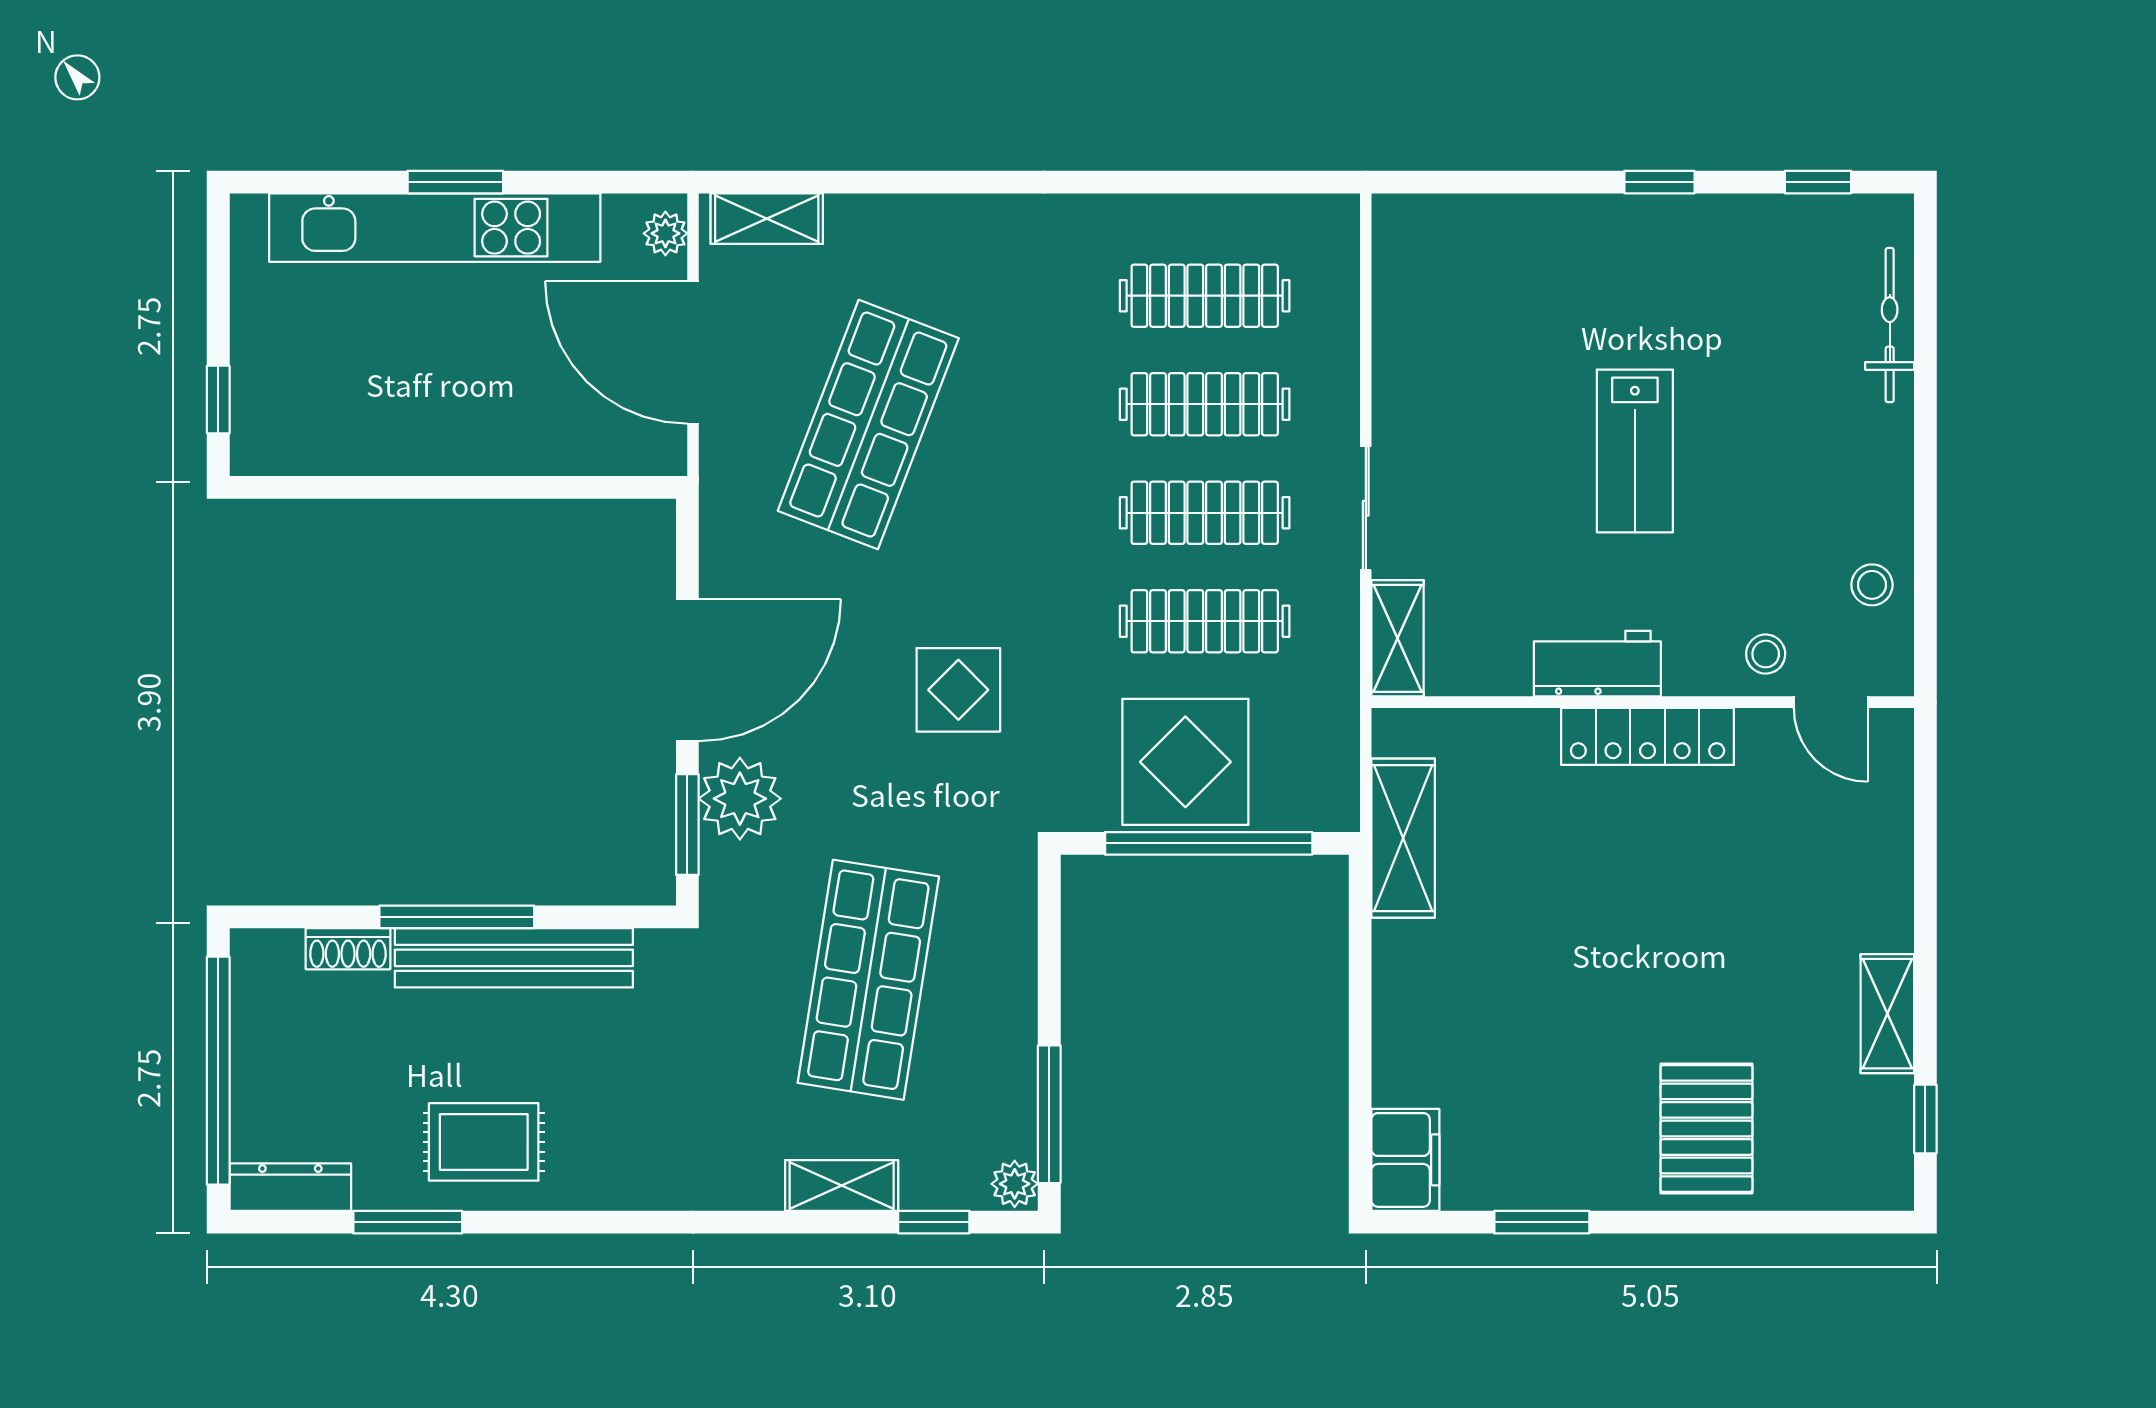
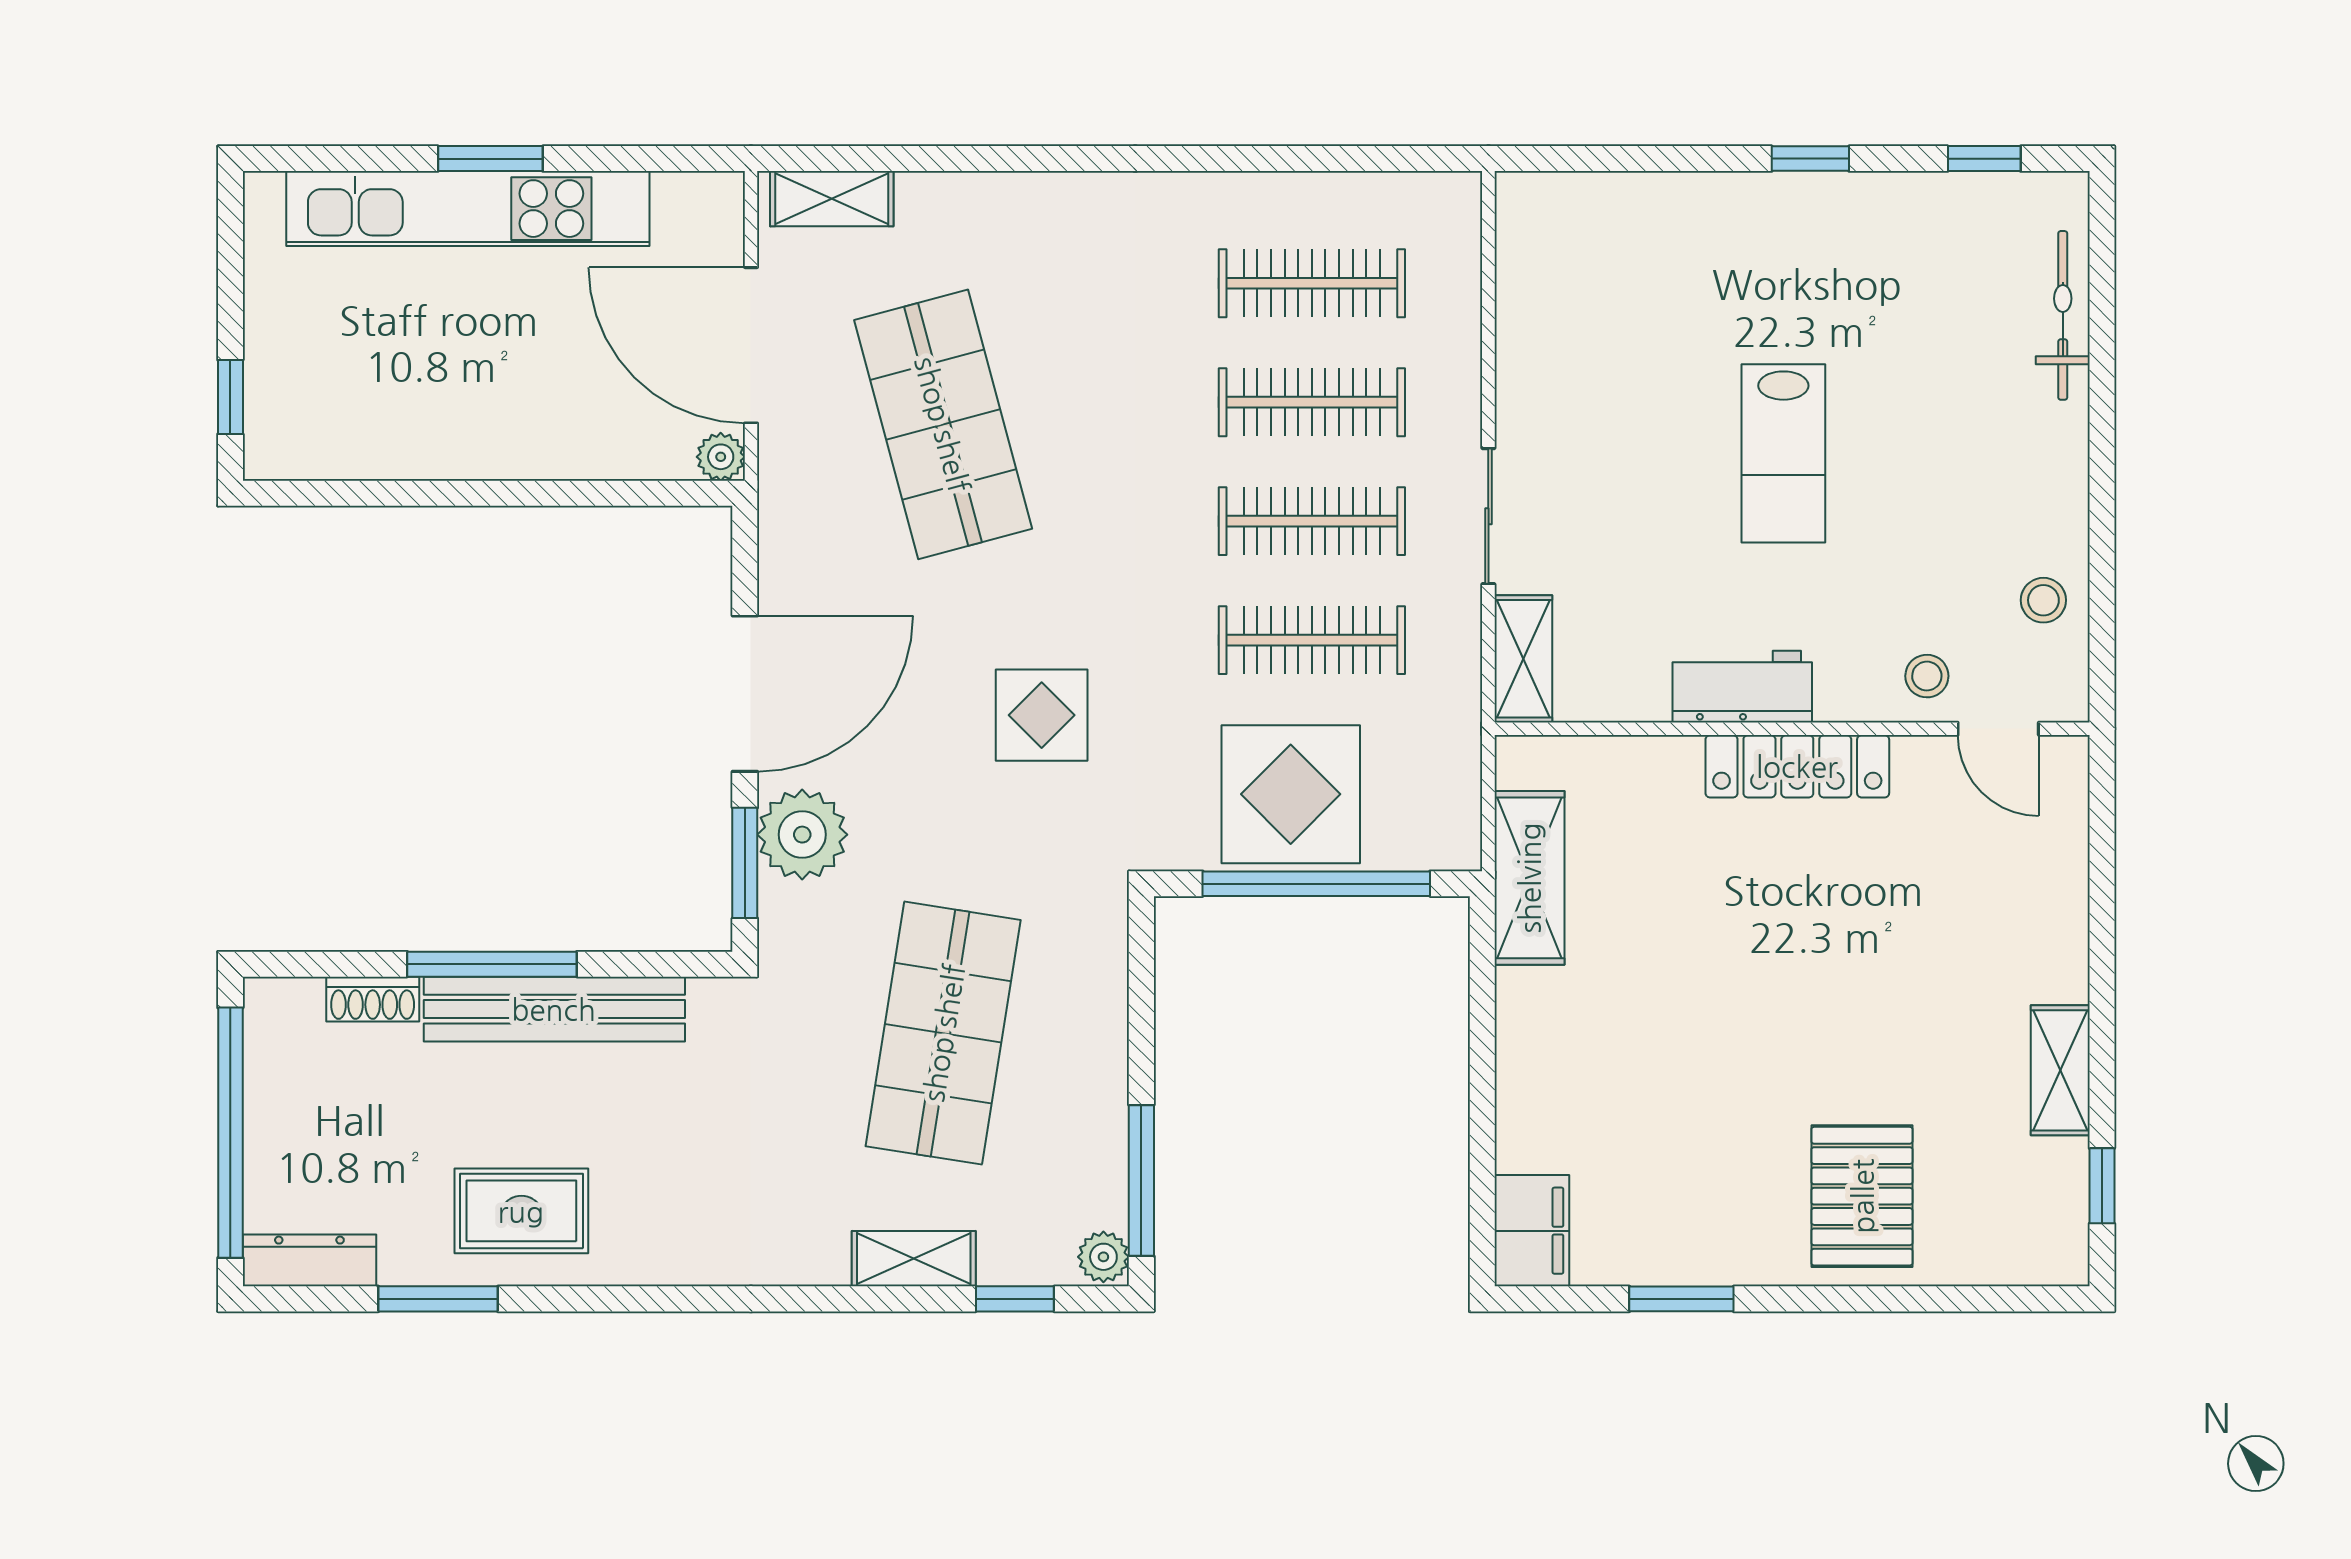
plant: (665, 233) -> (721, 457), moved
shop shelf: (868, 425) -> (943, 424), turned -36

